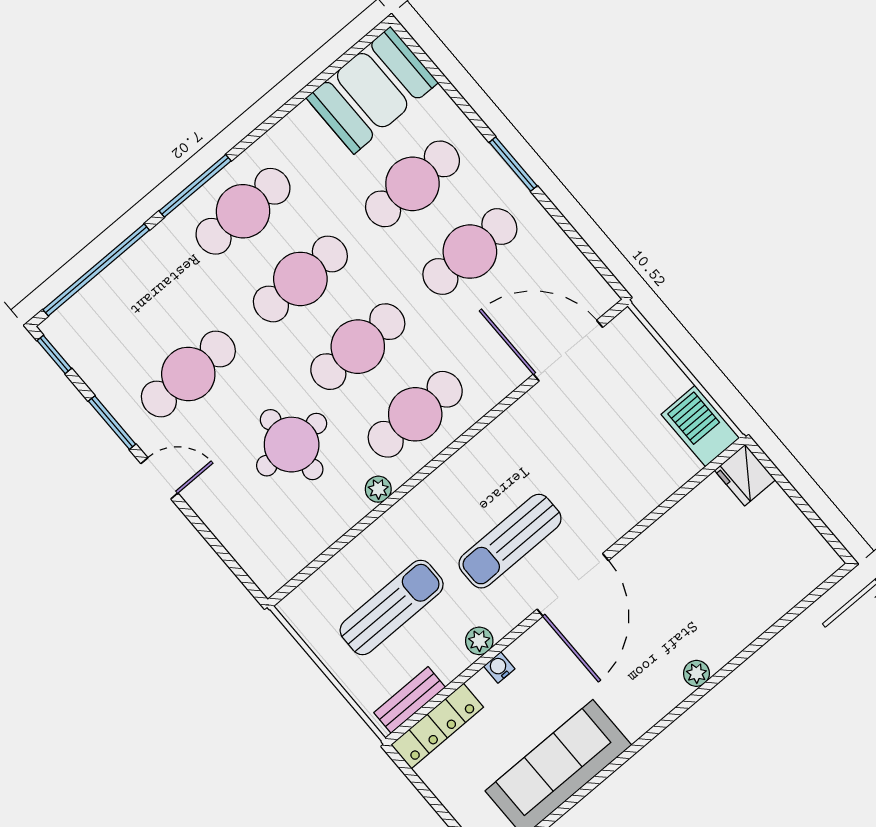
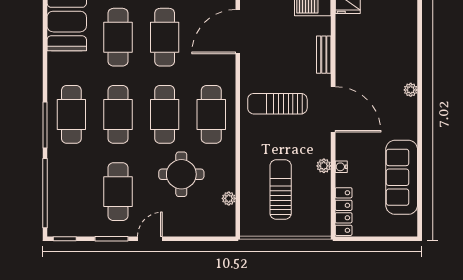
plant: (378, 489) -> (229, 198), moved
sun lounger: (510, 541) -> (277, 104), moved, turned 90
bench: (410, 700) -> (324, 55), moved

